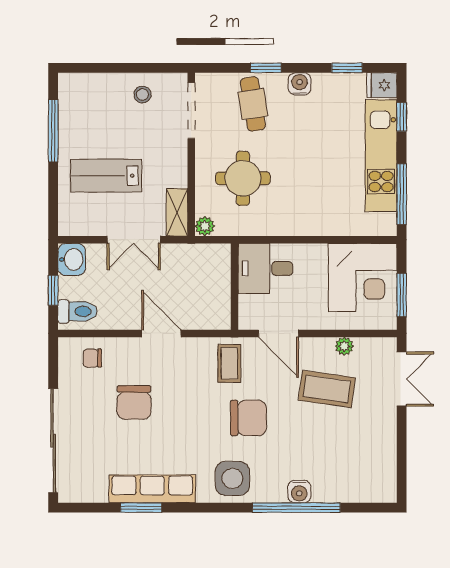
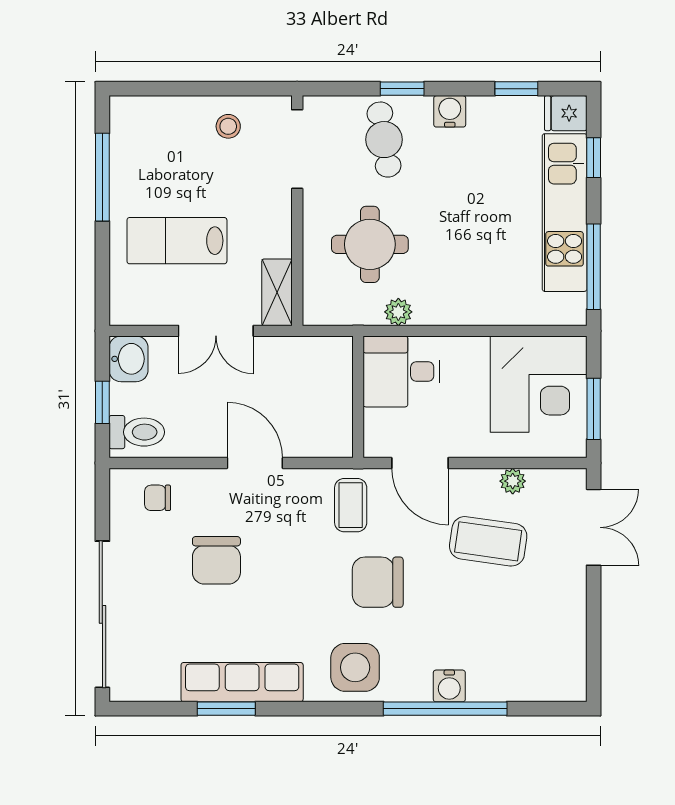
plant: (205, 226) -> (398, 312), moved
chair: (249, 418) -> (378, 582), turned 180

